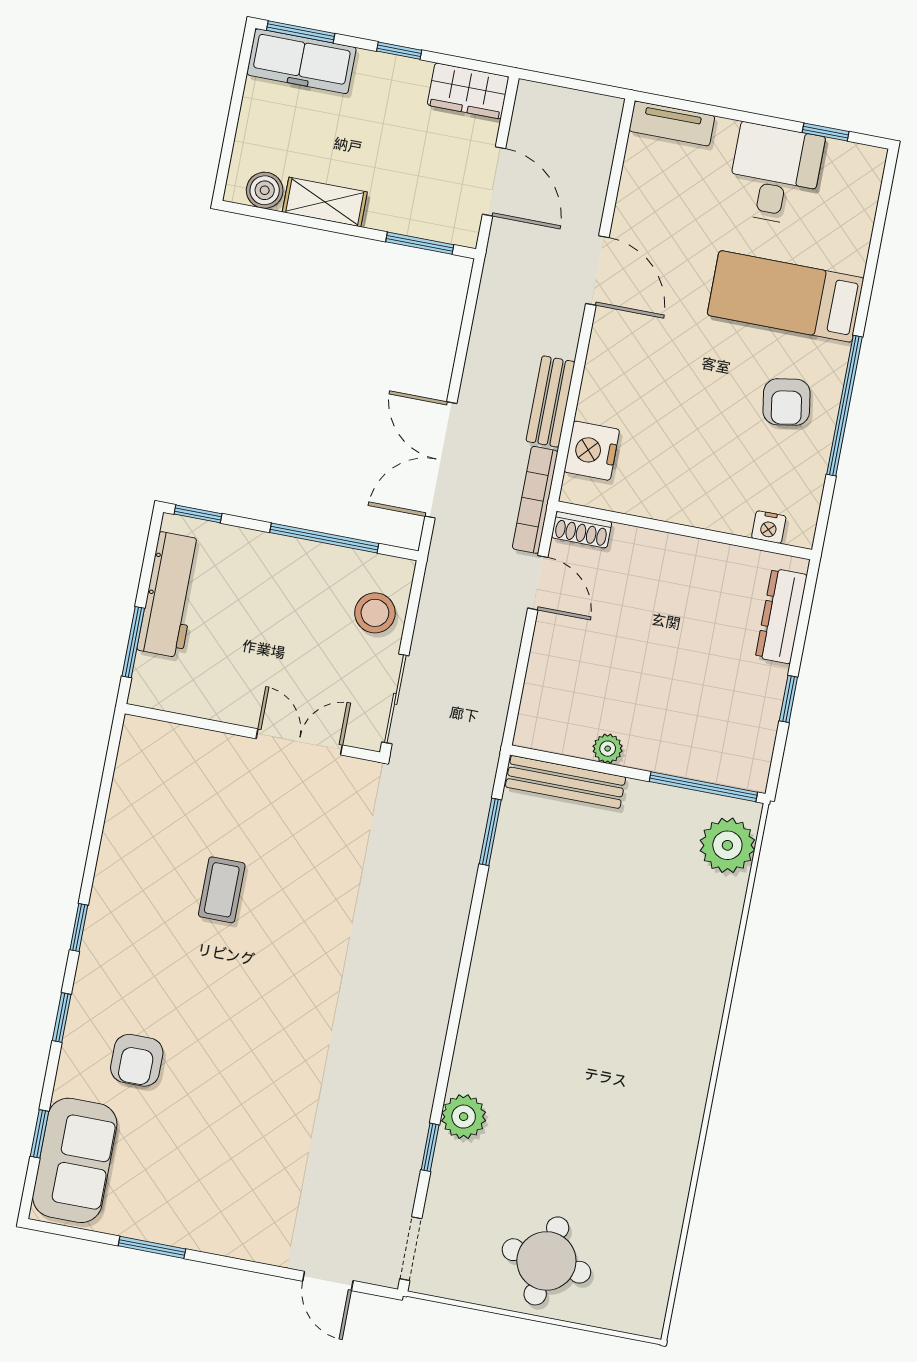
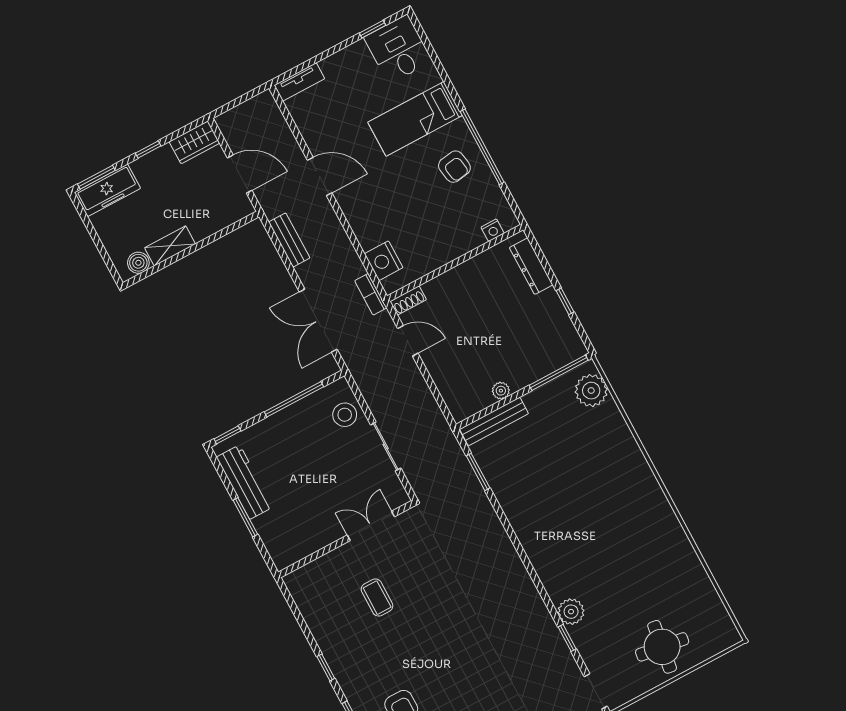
desk: (775, 174) -> (398, 49), moved
window: (420, 243) -> (229, 230), removed
bench: (551, 402) -> (289, 240), moved
bookcase: (535, 500) -> (371, 294), width x0.64
wall: (252, 733) -> (346, 539), moved
double door: (299, 742) -> (371, 526), moved

